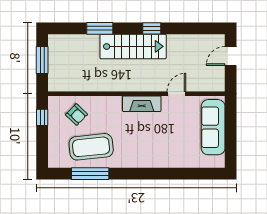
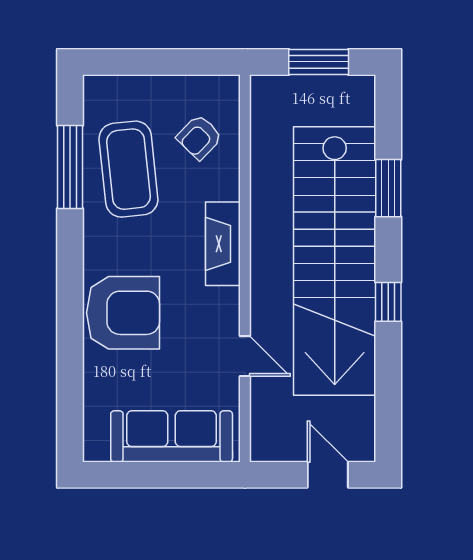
stairs: (133, 46) -> (335, 261), width x1.86, depth x1.51
fireplace: (142, 104) -> (223, 244), moved
window: (42, 117) -> (193, 62), removed
armchair: (157, 149) -> (123, 313), added

